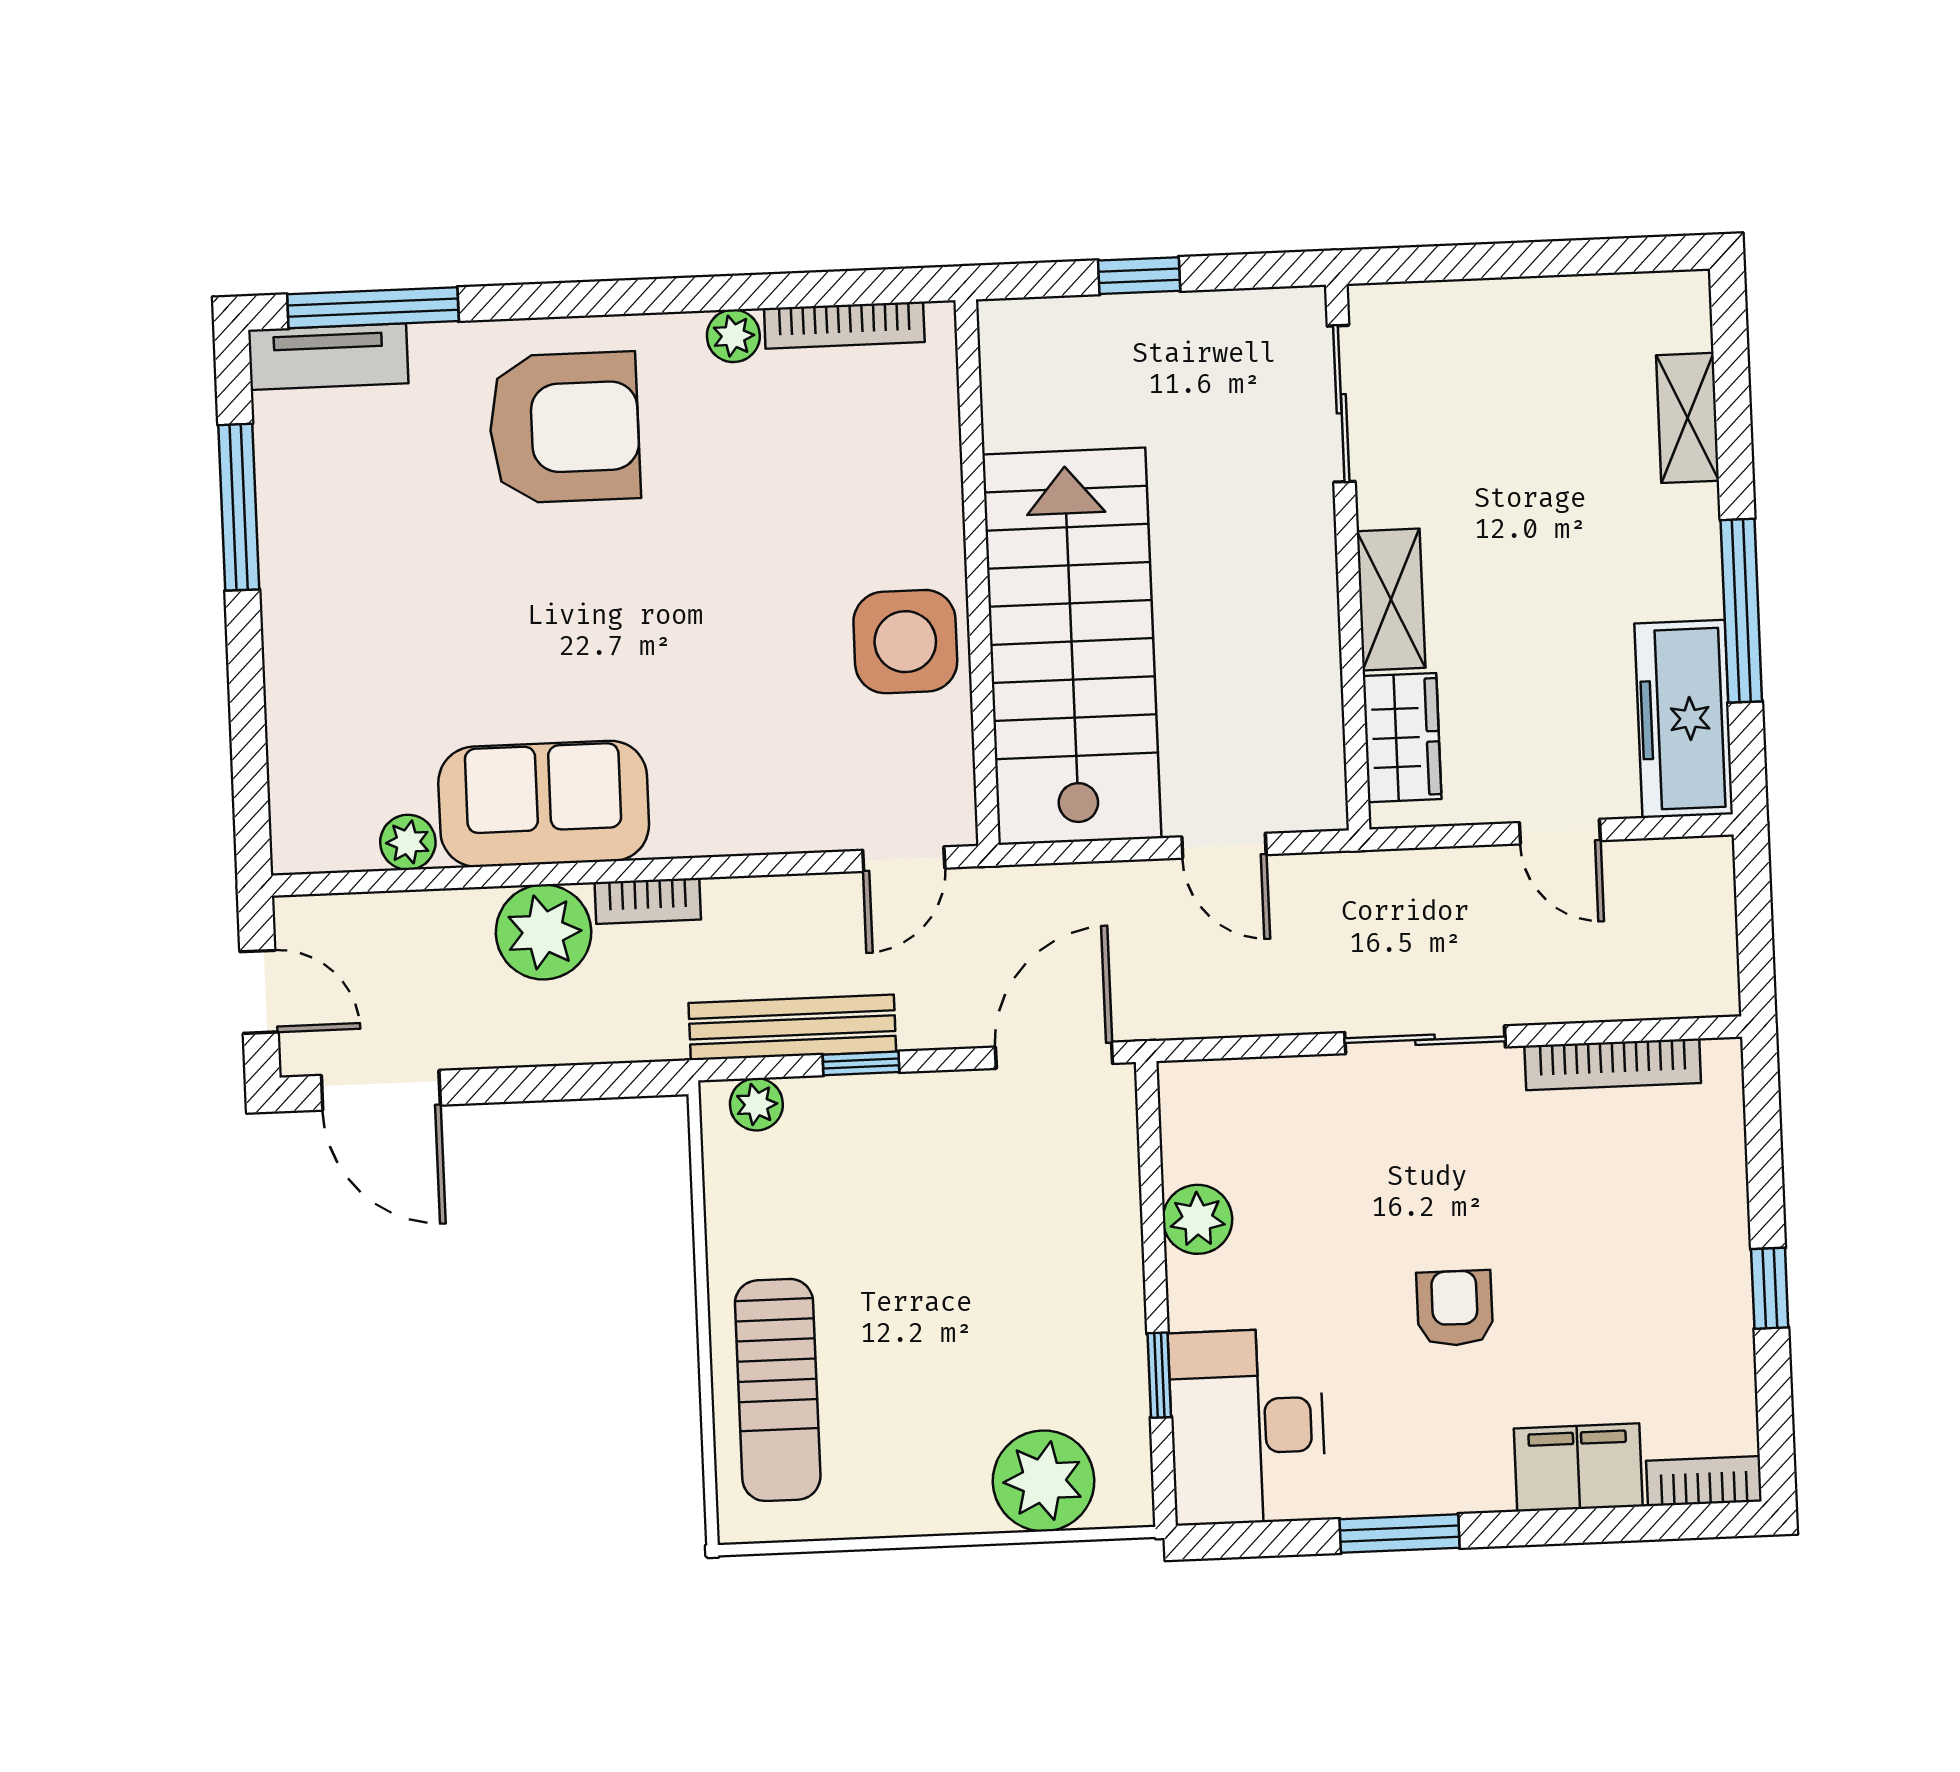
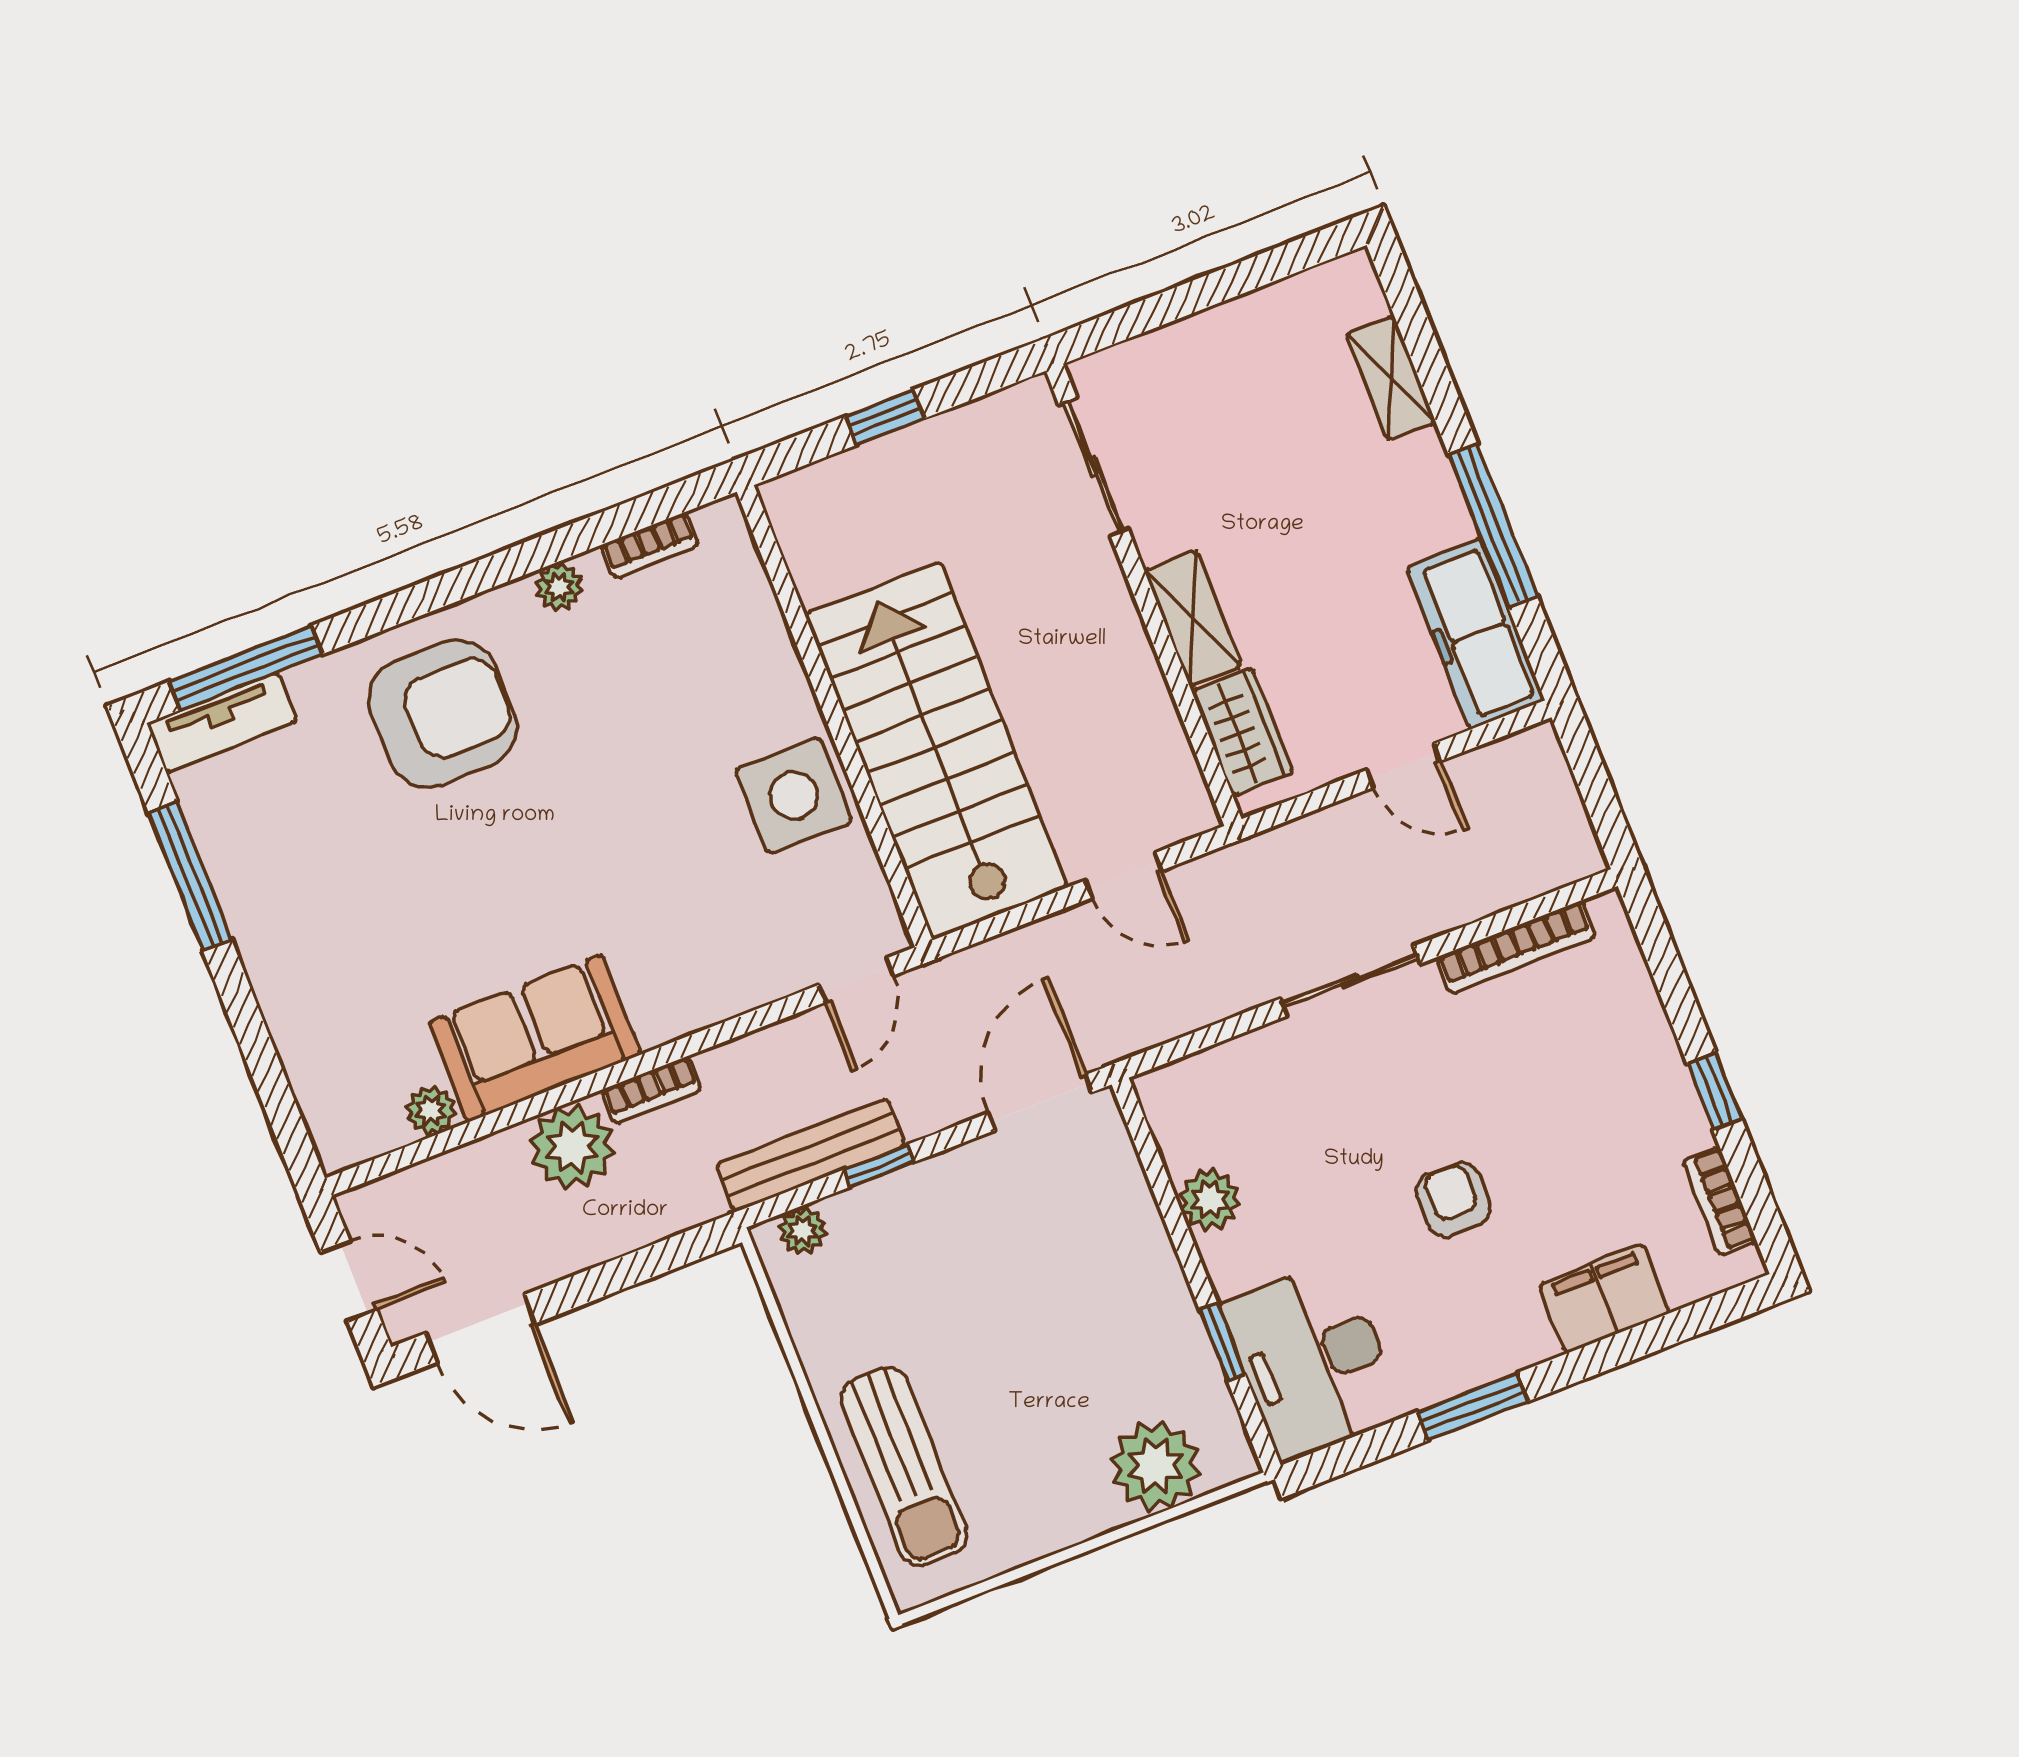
bookcase: (844, 325) -> (650, 545), width x0.64
bookcase: (1704, 1481) -> (1719, 1201), moved, turned -90

